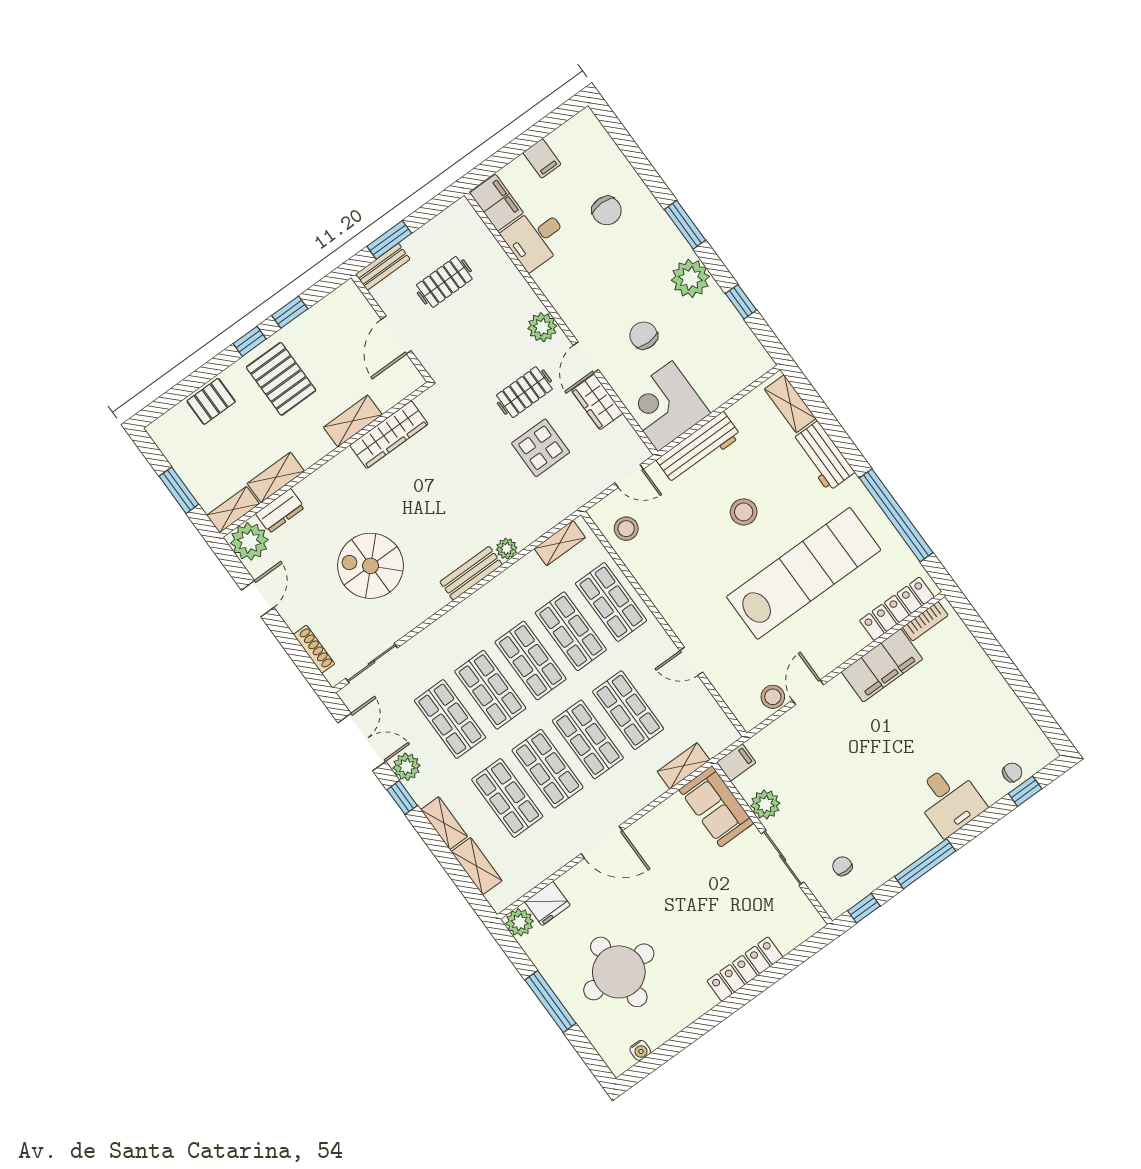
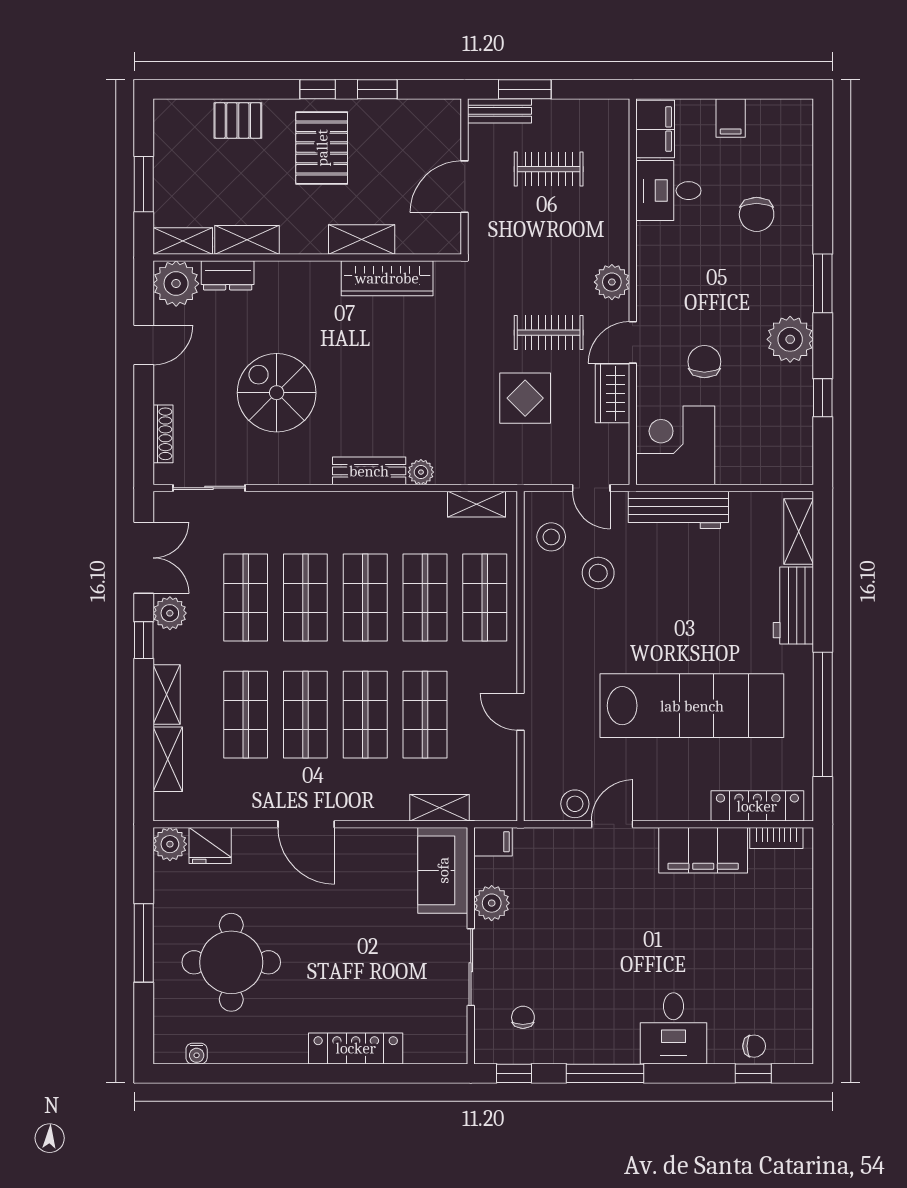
stool: (744, 512) -> (598, 573), moved

